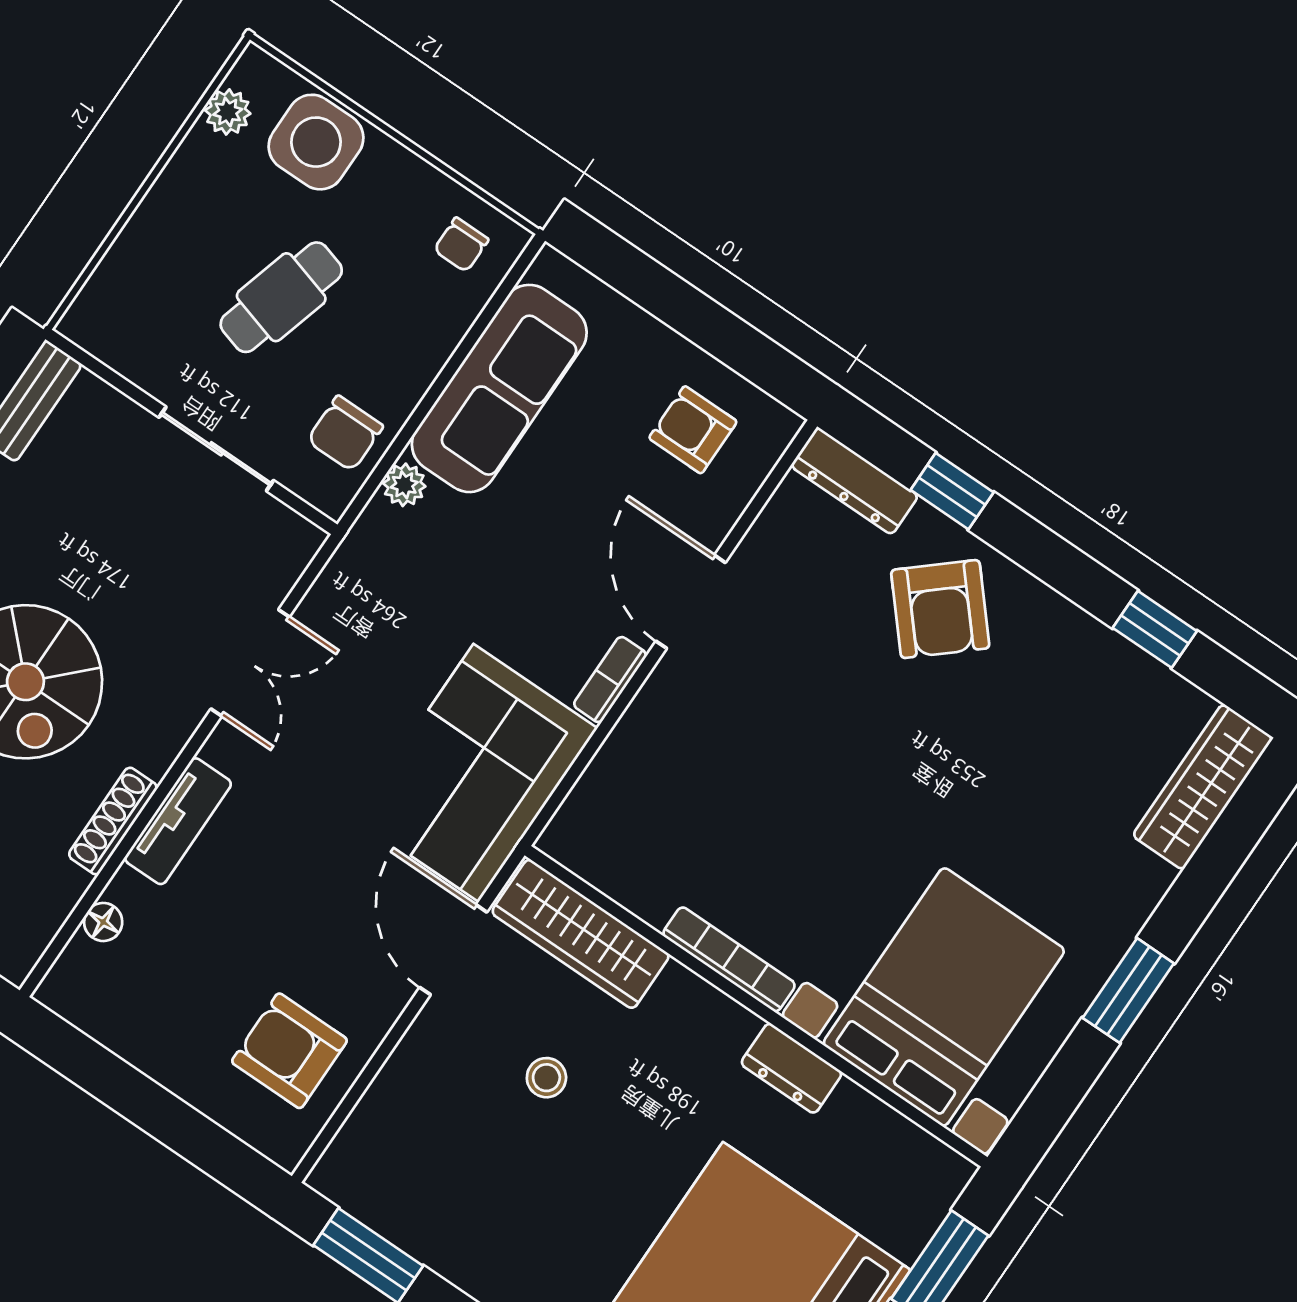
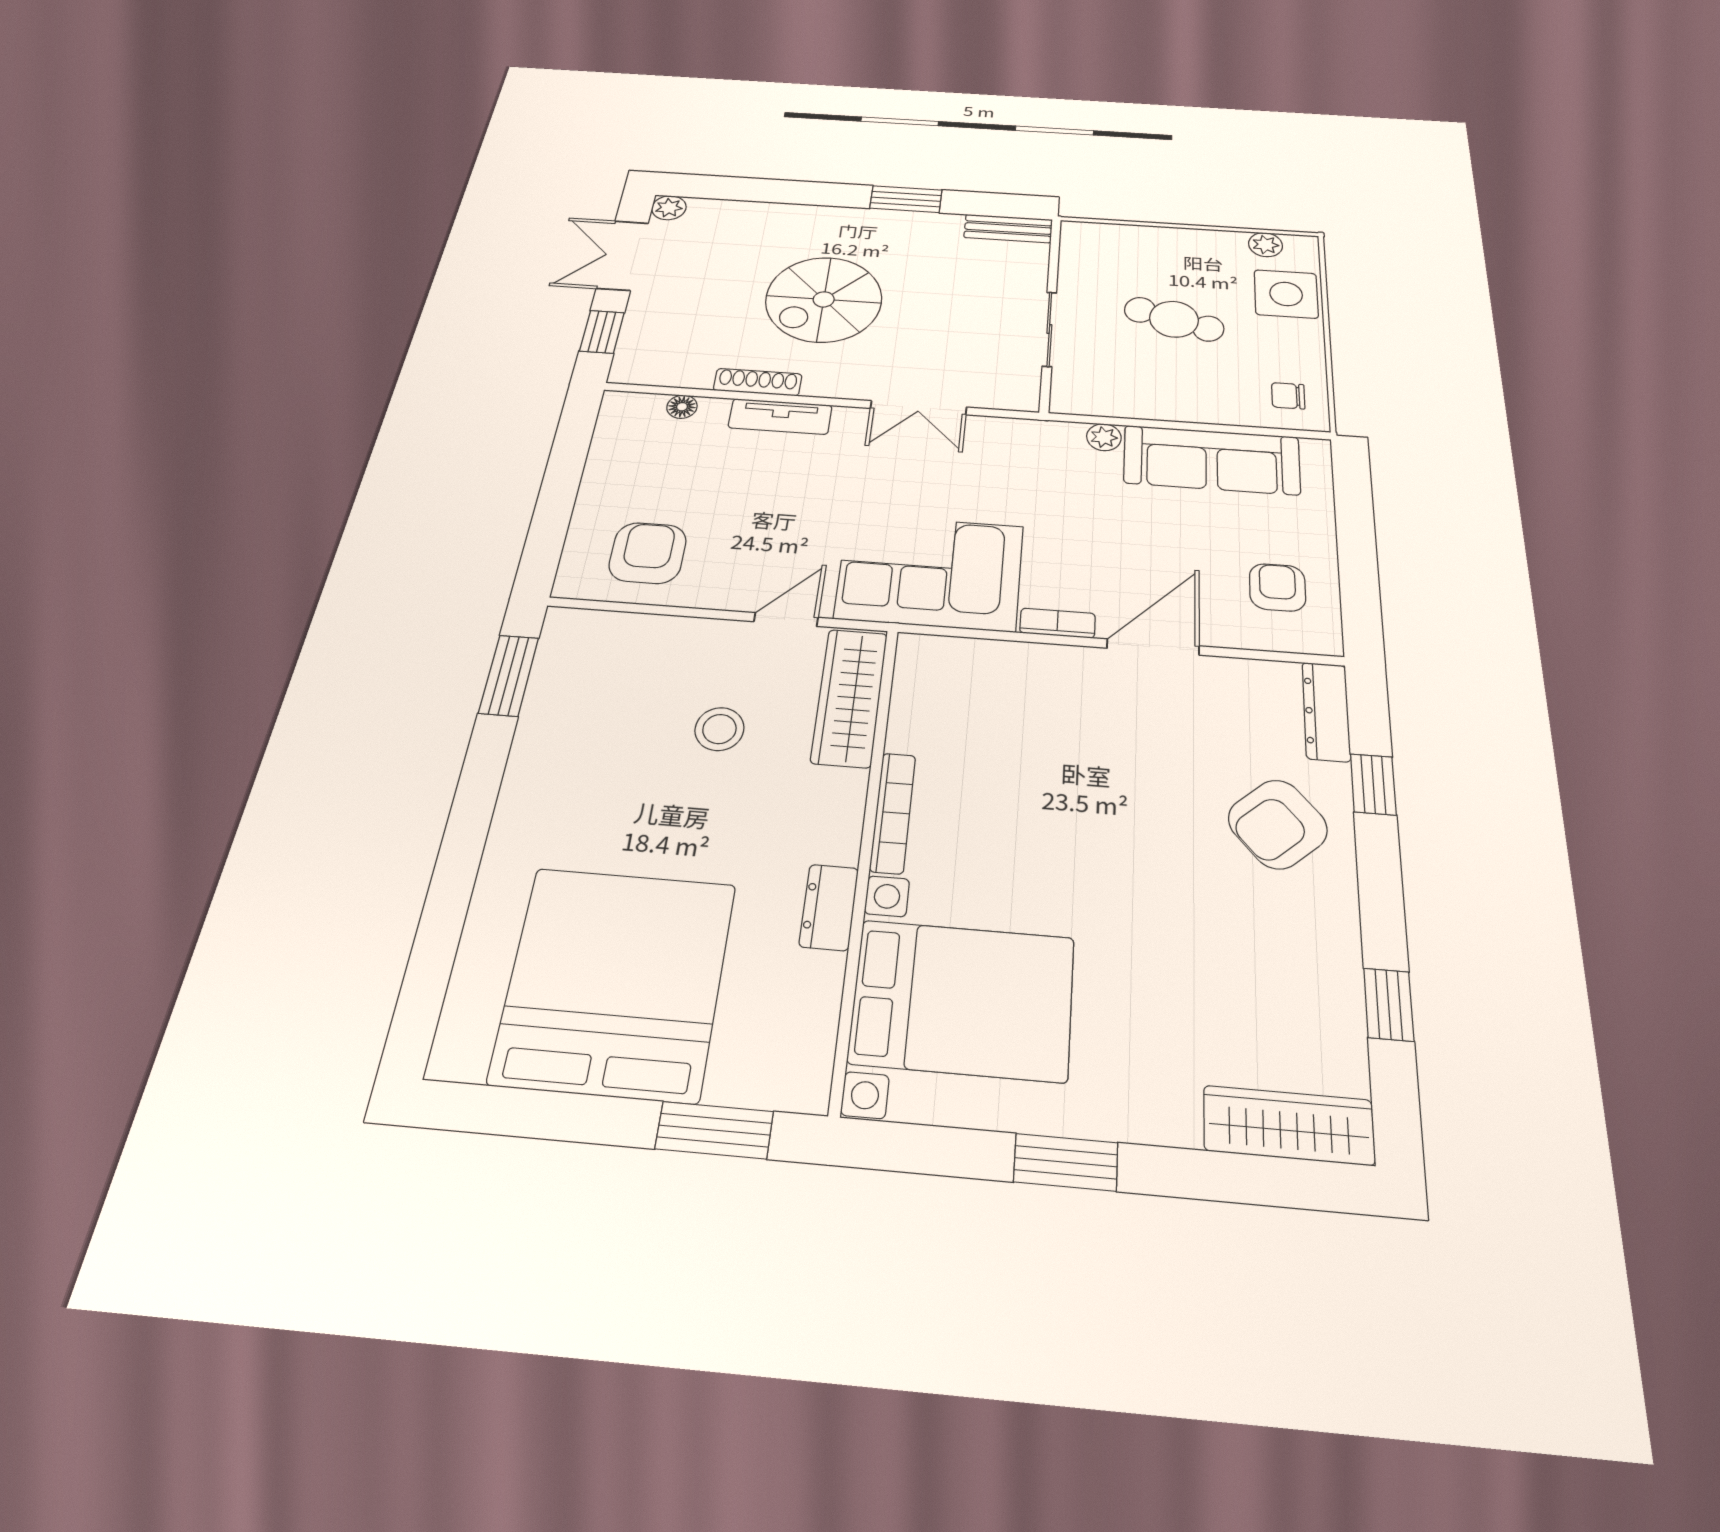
chair: (345, 433) -> (1113, 390), removed
door: (453, 950) -> (786, 619), width x0.73
stool: (546, 1078) -> (719, 729), width x1.37, depth x1.37

